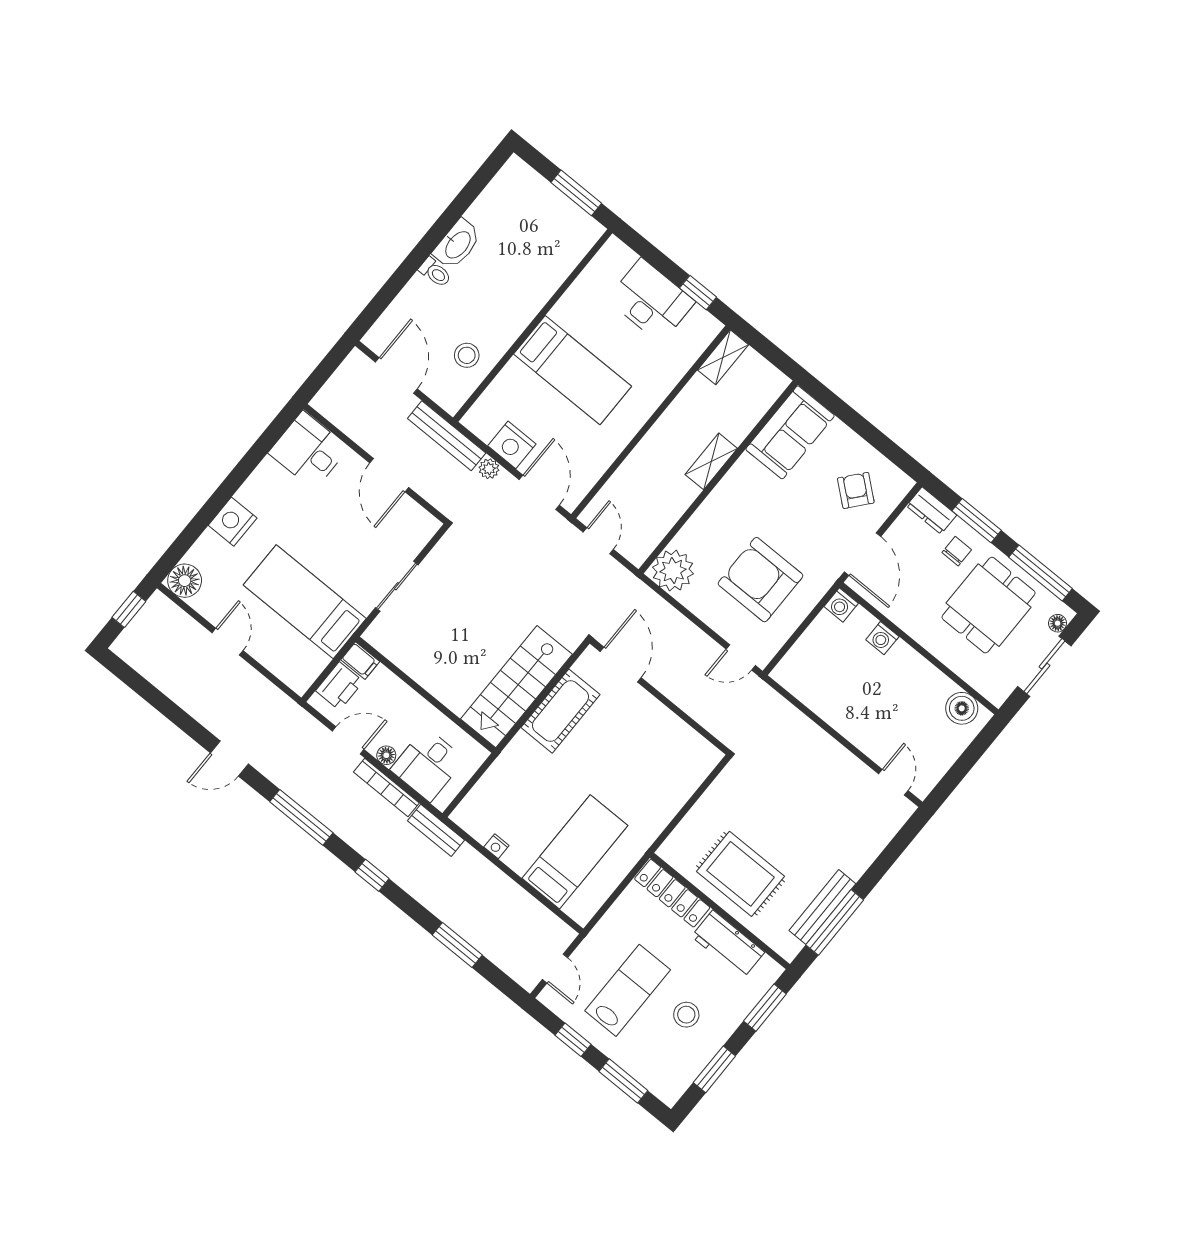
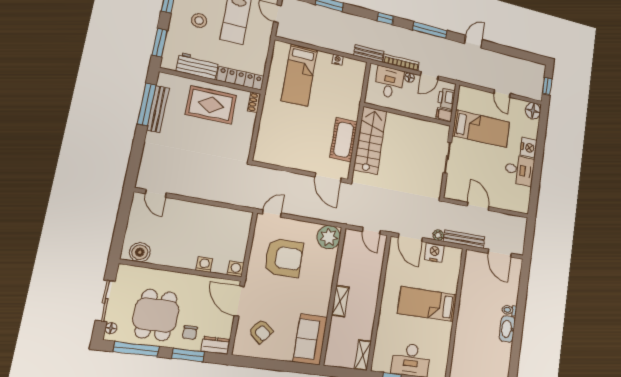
stool: (467, 355) -> (476, 281), removed
desk: (309, 450) -> (520, 170), moved
shoe rack: (672, 845) -> (254, 102), added

